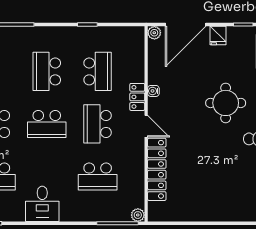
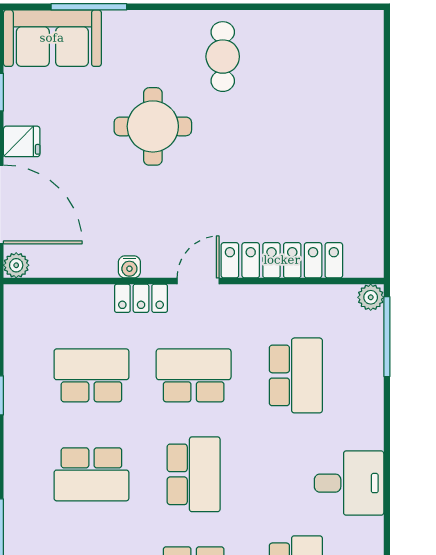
school desk: (98, 124) -> (194, 375), turned 180

